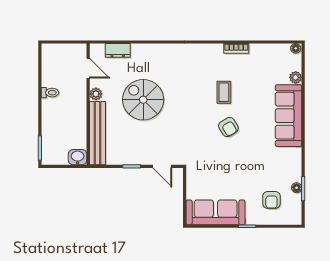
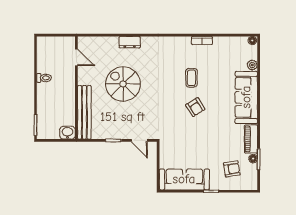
dresser: (118, 50) -> (130, 42), moved
plant: (96, 94) -> (83, 79), removed
piano: (294, 165) -> (251, 139), added
armchair: (271, 200) -> (232, 169), turned -99

